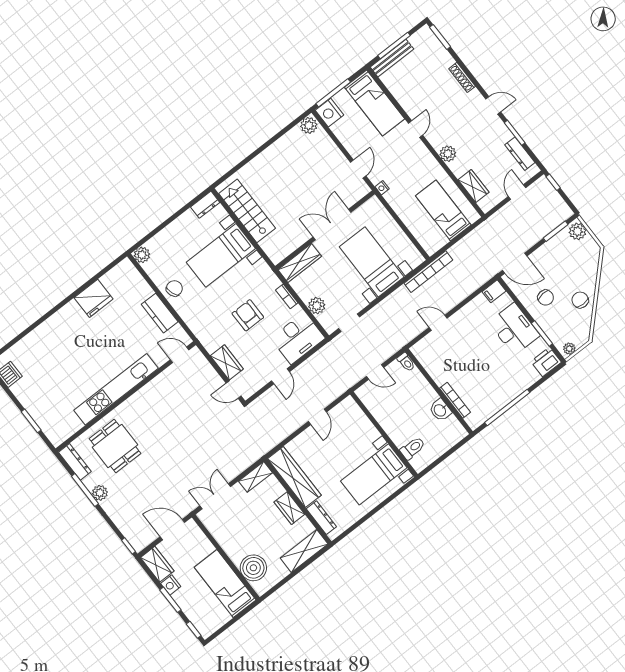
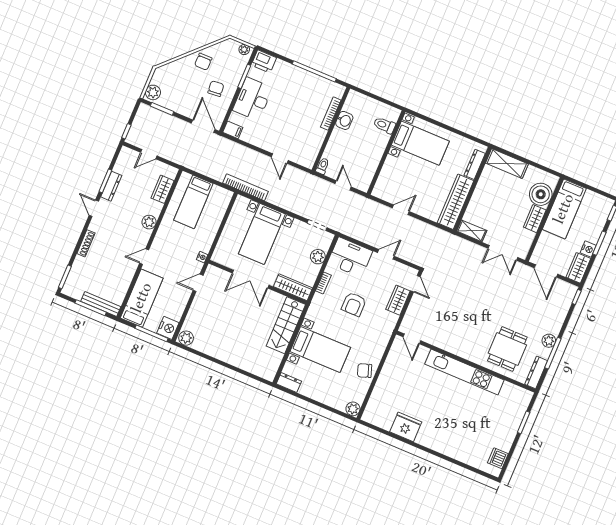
dresser: (520, 154) -> (111, 186), moved
stairs: (247, 211) -> (286, 325), moved
kitchen counter: (160, 313) -> (389, 371), removed
wardrobe: (289, 508) -> (535, 219), moved, turned 180

